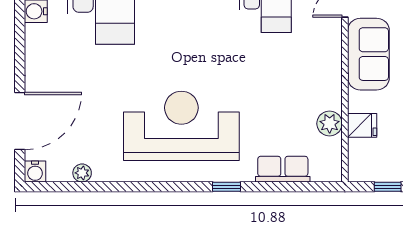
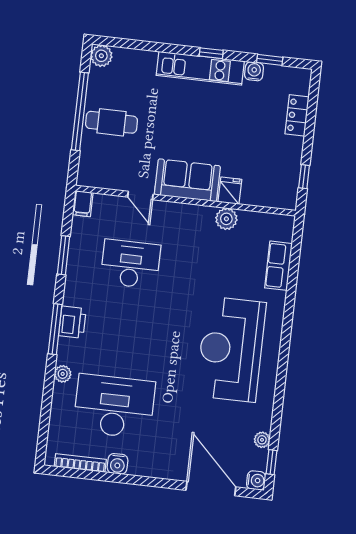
plant: (330, 124) -> (226, 219), moved
fridge: (362, 125) -> (230, 191), moved
window: (227, 187) -> (272, 462), moved

